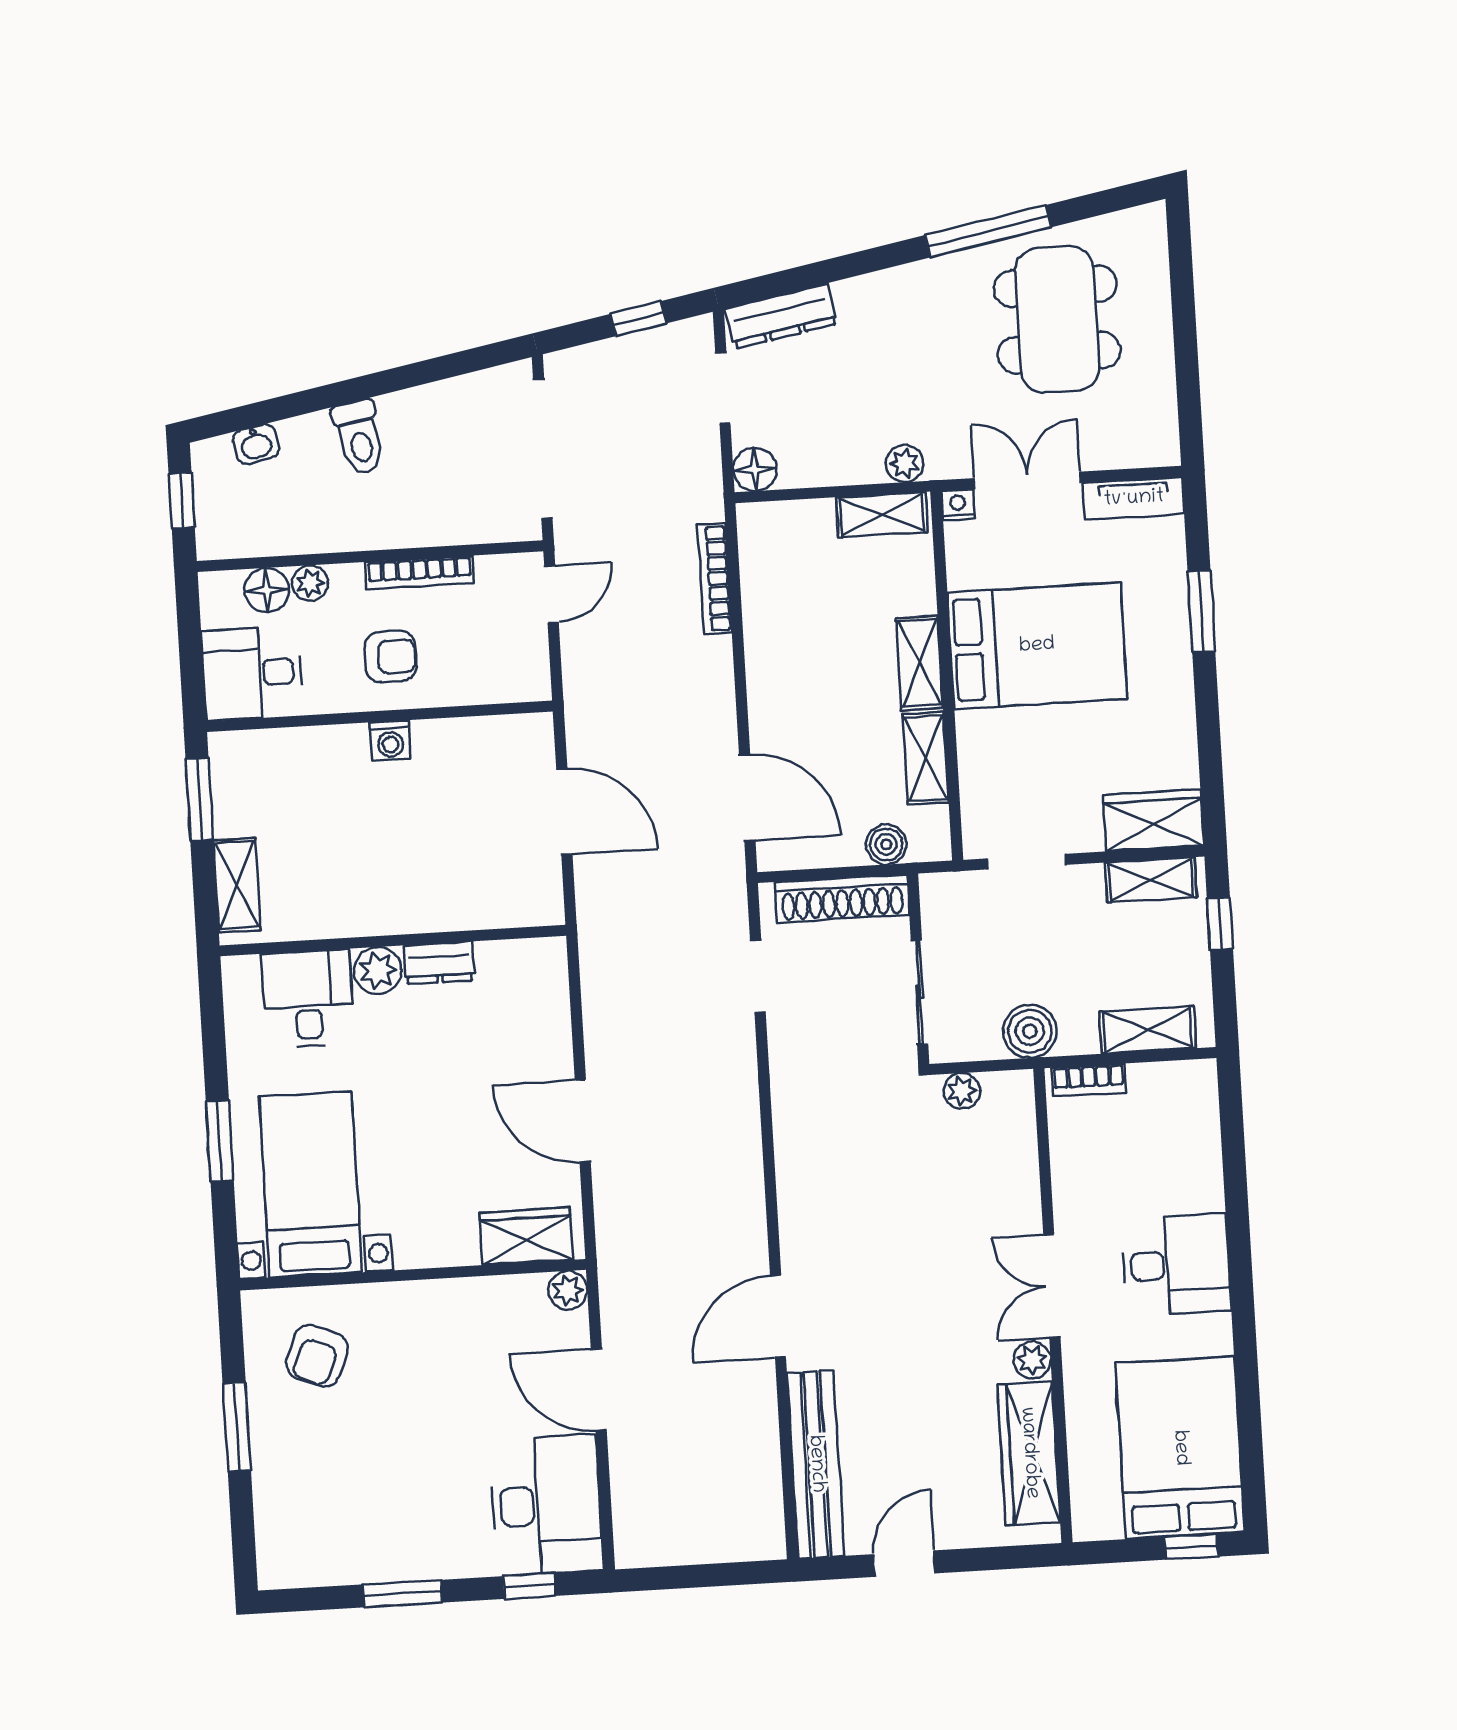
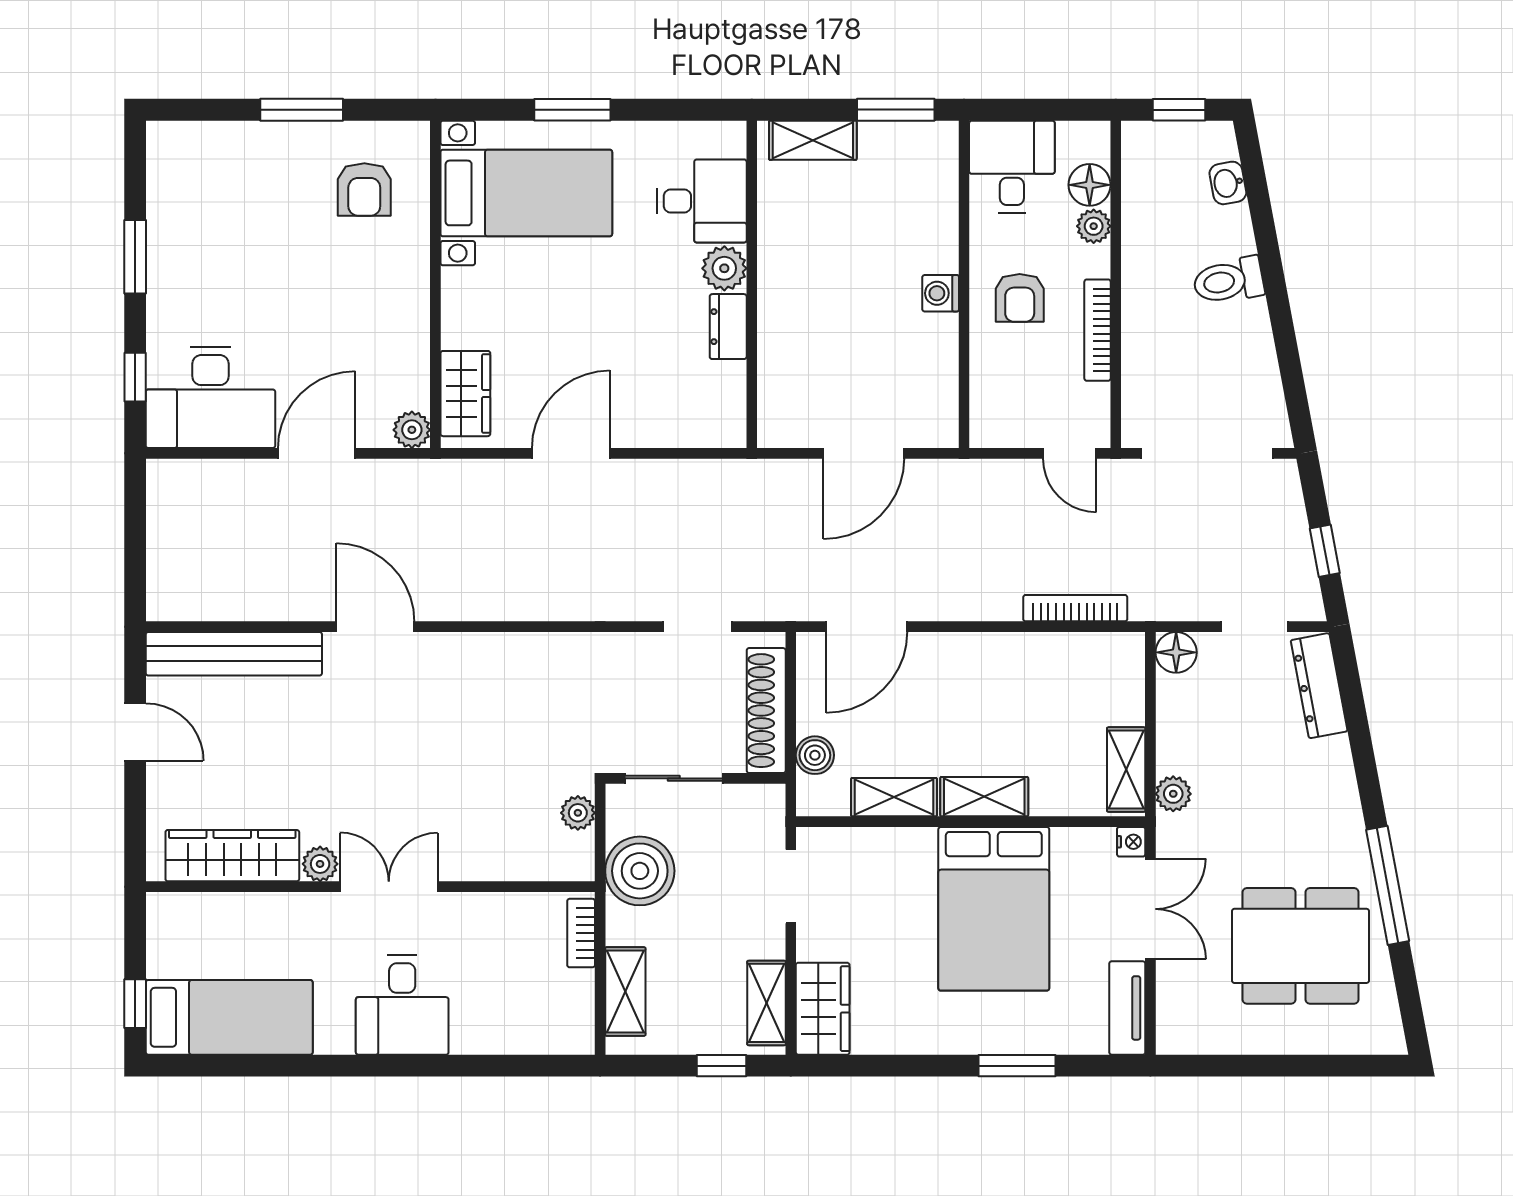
boiler: (1030, 1031) -> (640, 871), width x1.37, depth x1.37
armchair: (317, 1356) -> (364, 189), turned -113
bed: (1180, 1448) -> (229, 1017), width x0.67

